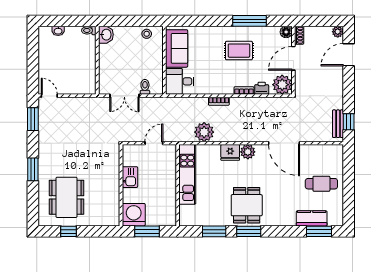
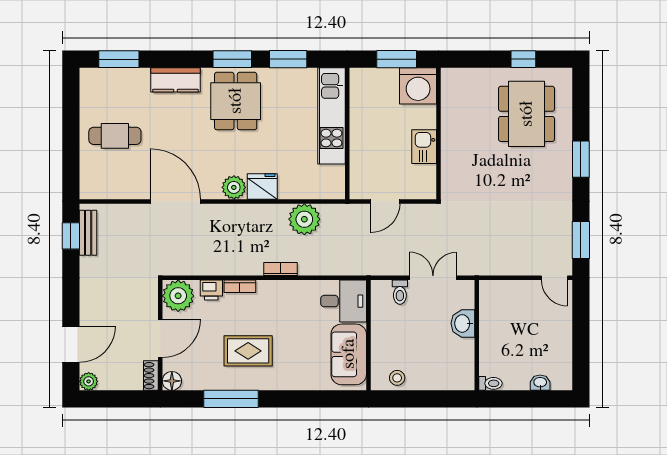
washbasin: (106, 35) -> (463, 323), moved
kitchen unit: (187, 174) -> (331, 116), moved
kitchen counter: (312, 218) -> (176, 80), moved

